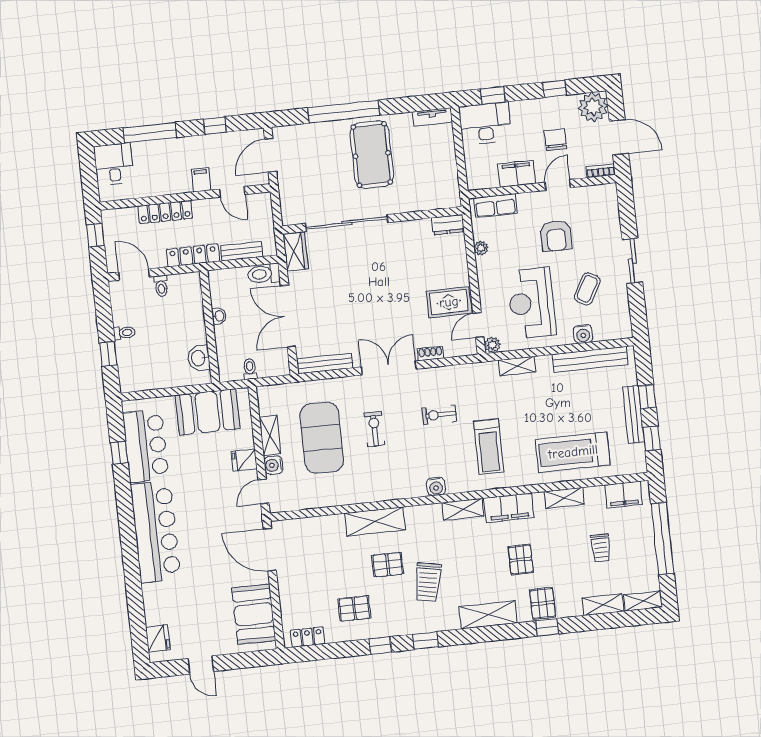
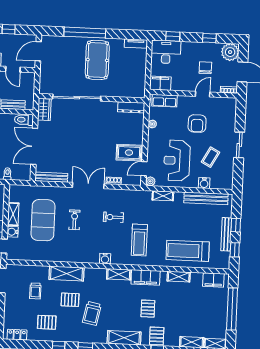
filing cabinet: (517, 174) -> (160, 83), moved
dresser: (448, 225) -> (131, 107), width x1.44
trolley: (601, 548) -> (35, 291), moved

